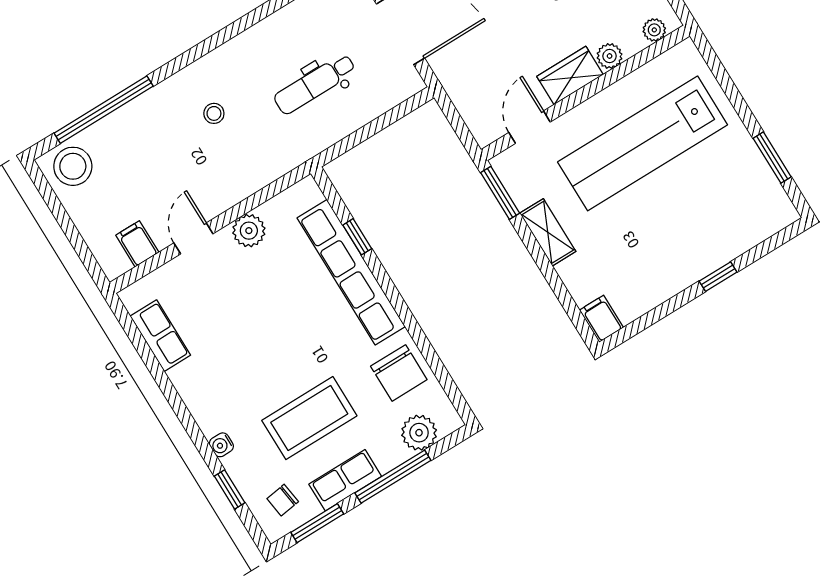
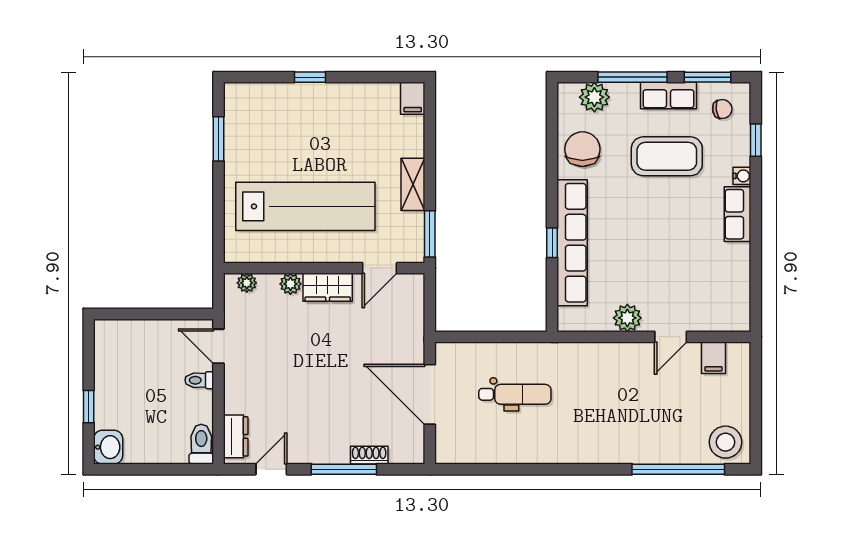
stool: (214, 113) -> (601, 418), removed
window: (357, 237) -> (552, 243), moved
row of seats: (160, 336) -> (738, 214), moved

